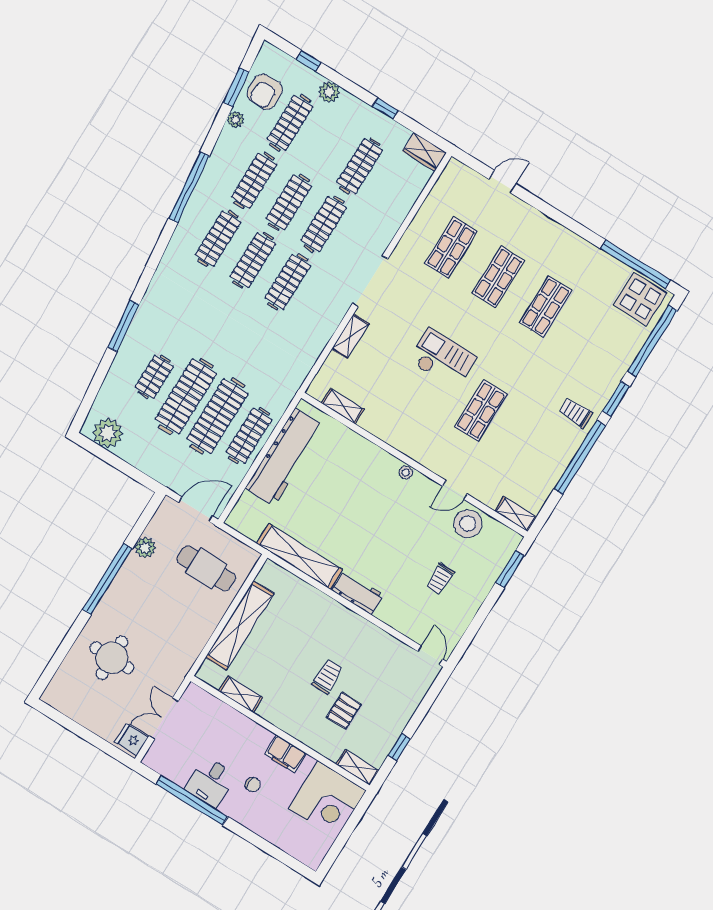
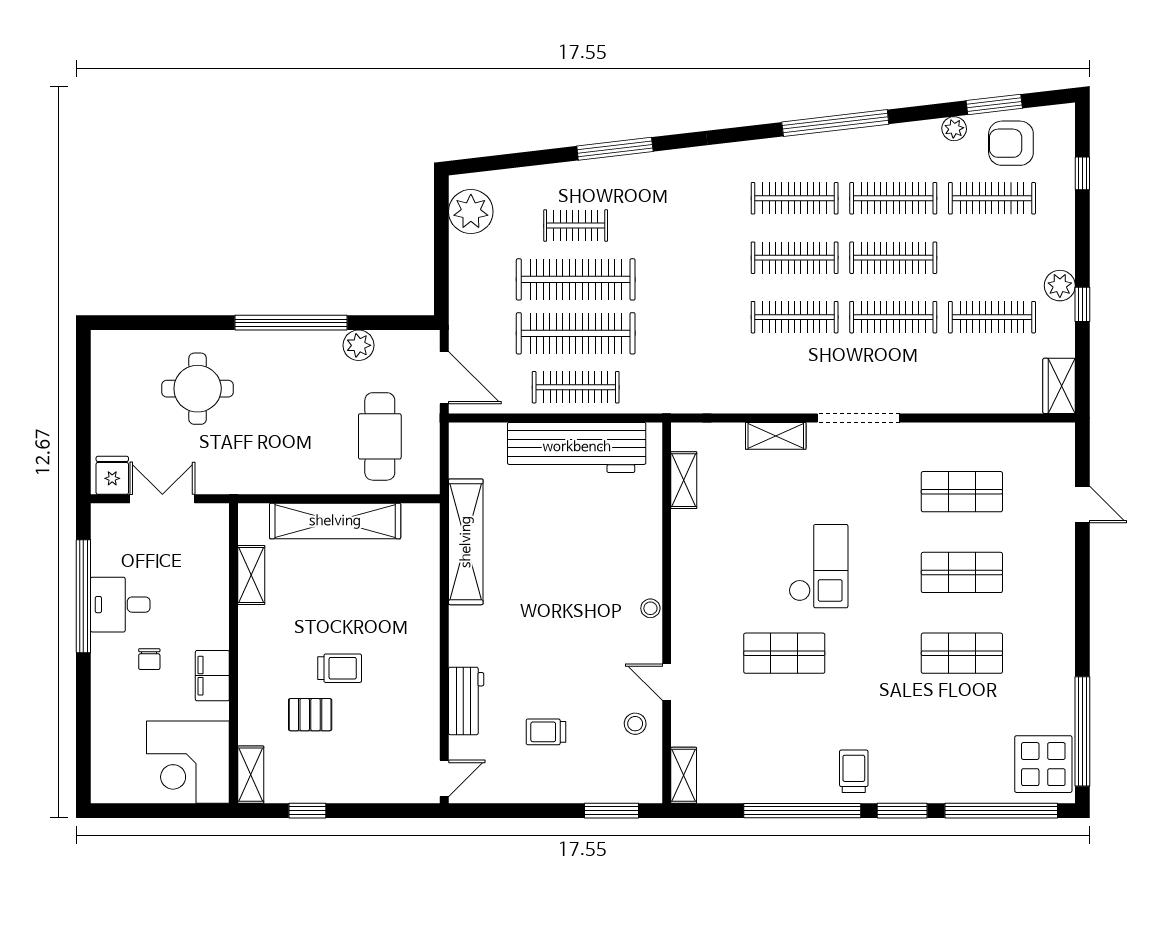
plant: (329, 92) -> (1060, 286), moved
stool: (468, 524) -> (635, 724), width x0.53, depth x0.53
workbench: (358, 592) -> (466, 701), moved

